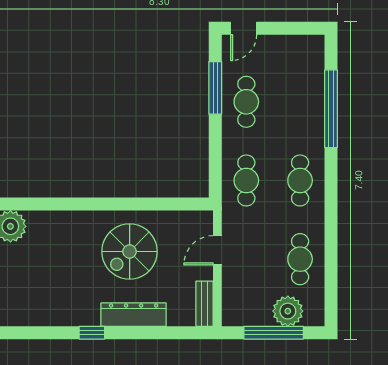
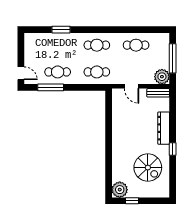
window: (331, 109) -> (61, 30), width x0.47
spiral stairs: (130, 252) -> (148, 168), moved
plant: (288, 311) -> (162, 77), moved

